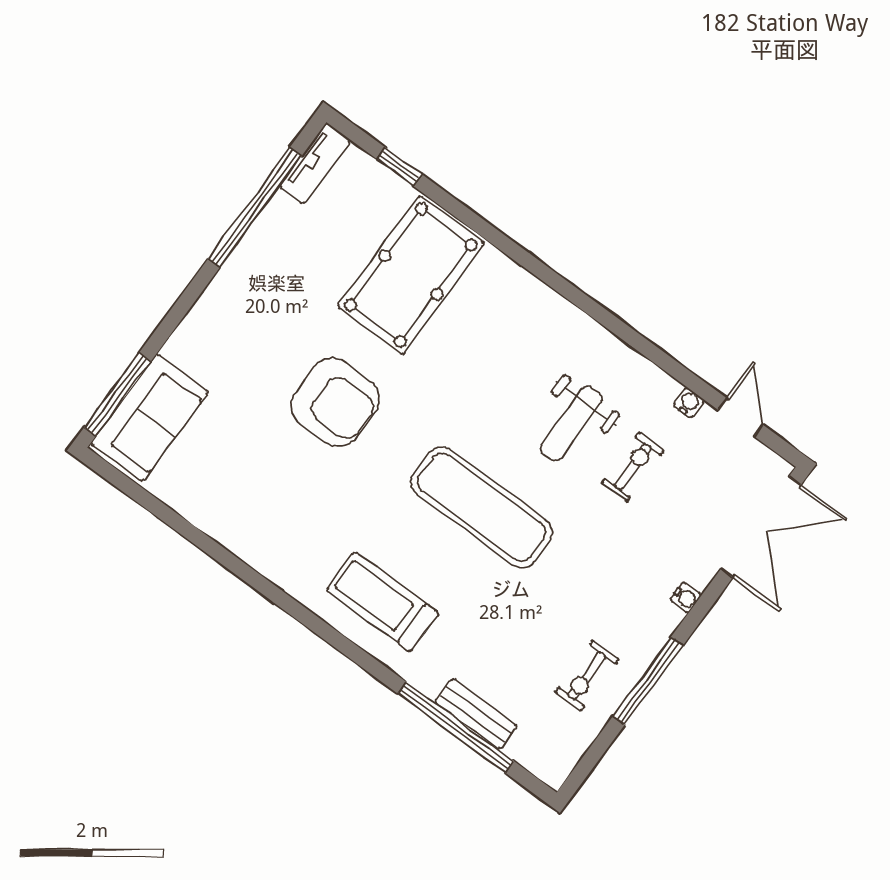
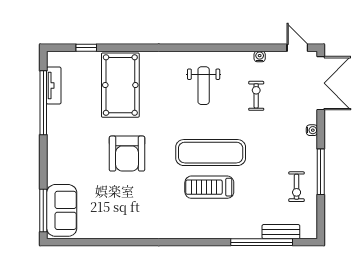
tv unit: (315, 163) -> (54, 86), moved
armchair: (335, 402) -> (127, 154), turned 90
door: (740, 417) -> (297, 48), moved
weight bench: (571, 424) -> (204, 86), moved
treadmill: (382, 601) -> (209, 187), moved
bench: (476, 714) -> (281, 232), moved

